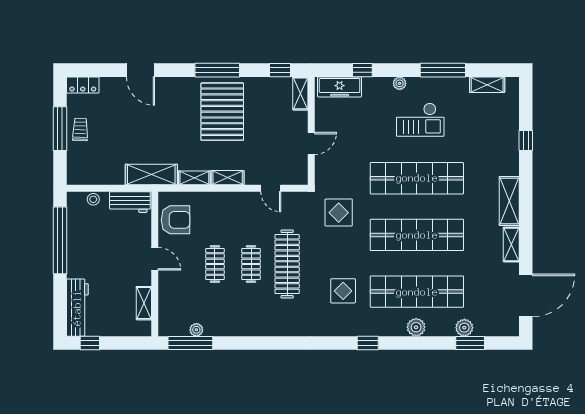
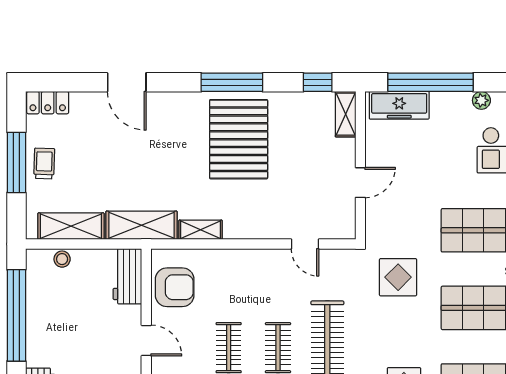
window: (362, 70) -> (430, 82), width x3.17
shelving: (228, 178) -> (71, 226), moved, width x1.50, depth x1.33
workbench: (130, 202) -> (127, 276), moved, turned 90

